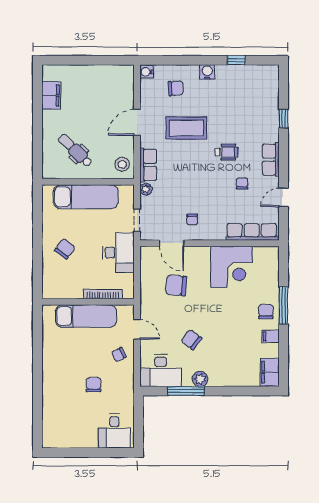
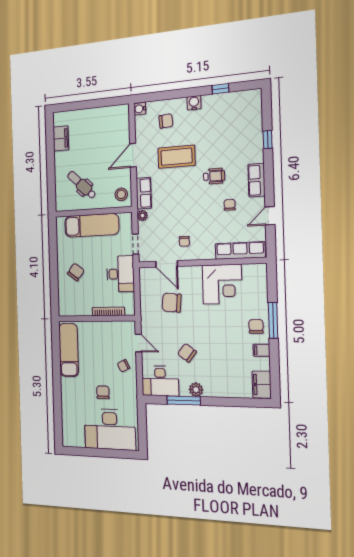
exam couch: (86, 316) -> (69, 350), moved, turned -90
desk: (114, 431) -> (110, 429), width x1.87, depth x1.30

